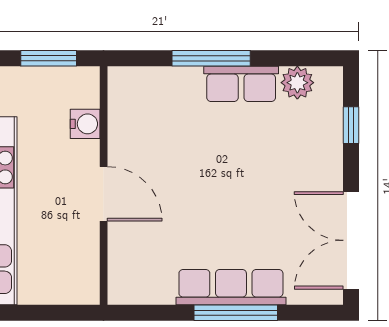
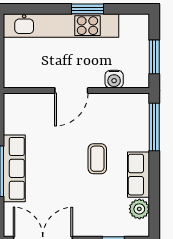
window: (211, 58) -> (154, 127), moved
coffee table: (215, 151) -> (97, 159), added

